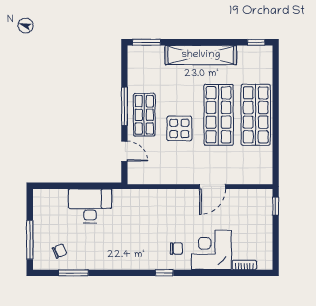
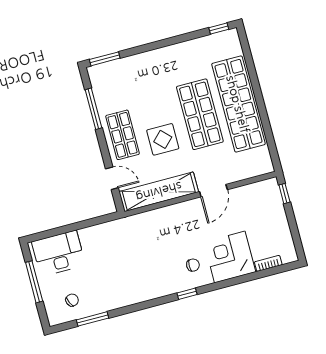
shelving: (201, 55) -> (159, 192), moved
window: (124, 106) -> (93, 109), moved
shop shelf: (256, 115) -> (238, 104), width x1.40
desk: (90, 206) -> (59, 253), moved
window: (30, 240) -> (34, 282), moved

